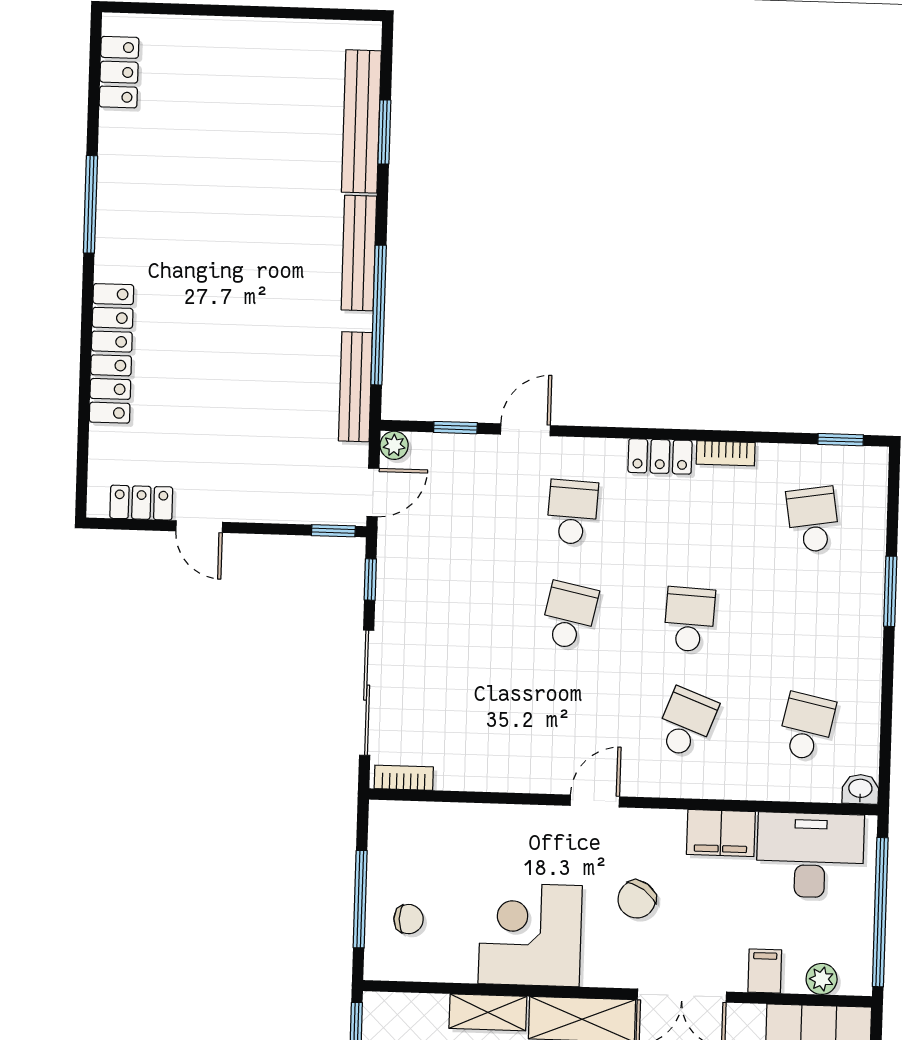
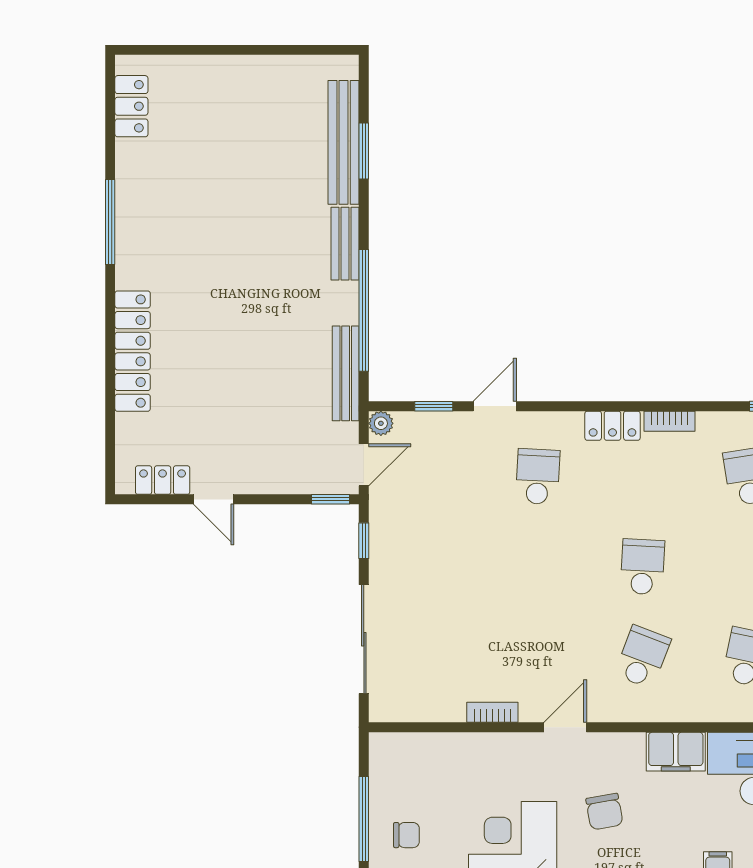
bench: (359, 253) -> (345, 244), width x0.73
school desk: (569, 616) -> (538, 567), removed
bookcase: (404, 778) -> (492, 712), moved
chair: (637, 899) -> (604, 812), turned -45

